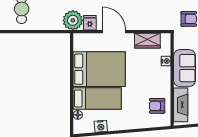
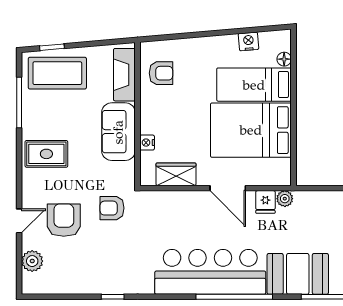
plant: (73, 20) -> (285, 199), width x0.53, depth x0.53

